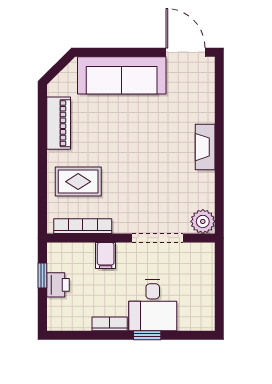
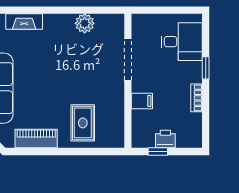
fireplace: (205, 147) -> (24, 22), moved
plant: (203, 221) -> (85, 23), moved
bookcase: (83, 226) -> (118, 119), removed
desk: (153, 305) -> (182, 42), moved

